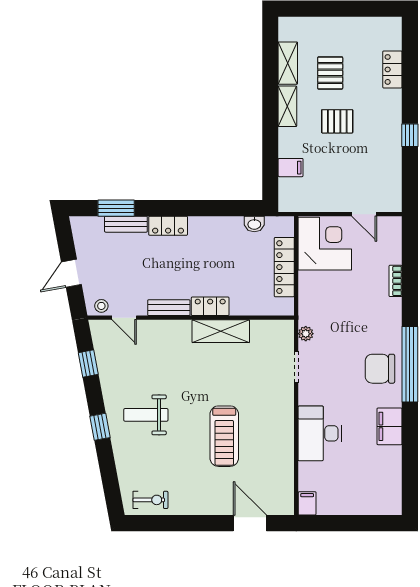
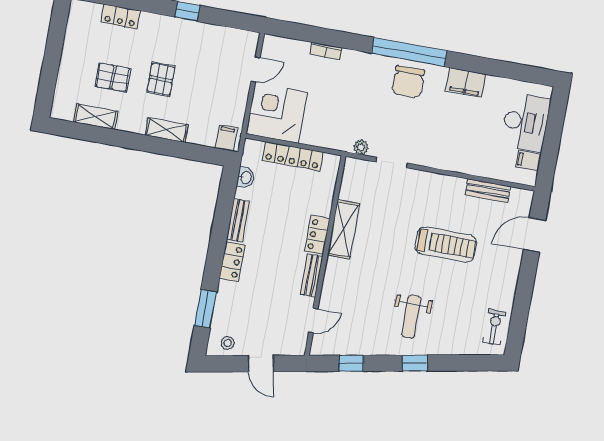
shelving: (287, 106) -> (167, 130), moved
filing cabinet: (291, 168) -> (226, 138), moved
bench: (126, 224) -> (238, 220), moved
stool: (101, 306) -> (228, 343), moved
desk: (320, 433) -> (526, 122), moved, turned -90
bench: (286, 468) -> (488, 191), added
filing cabinet: (307, 503) -> (528, 160), moved

